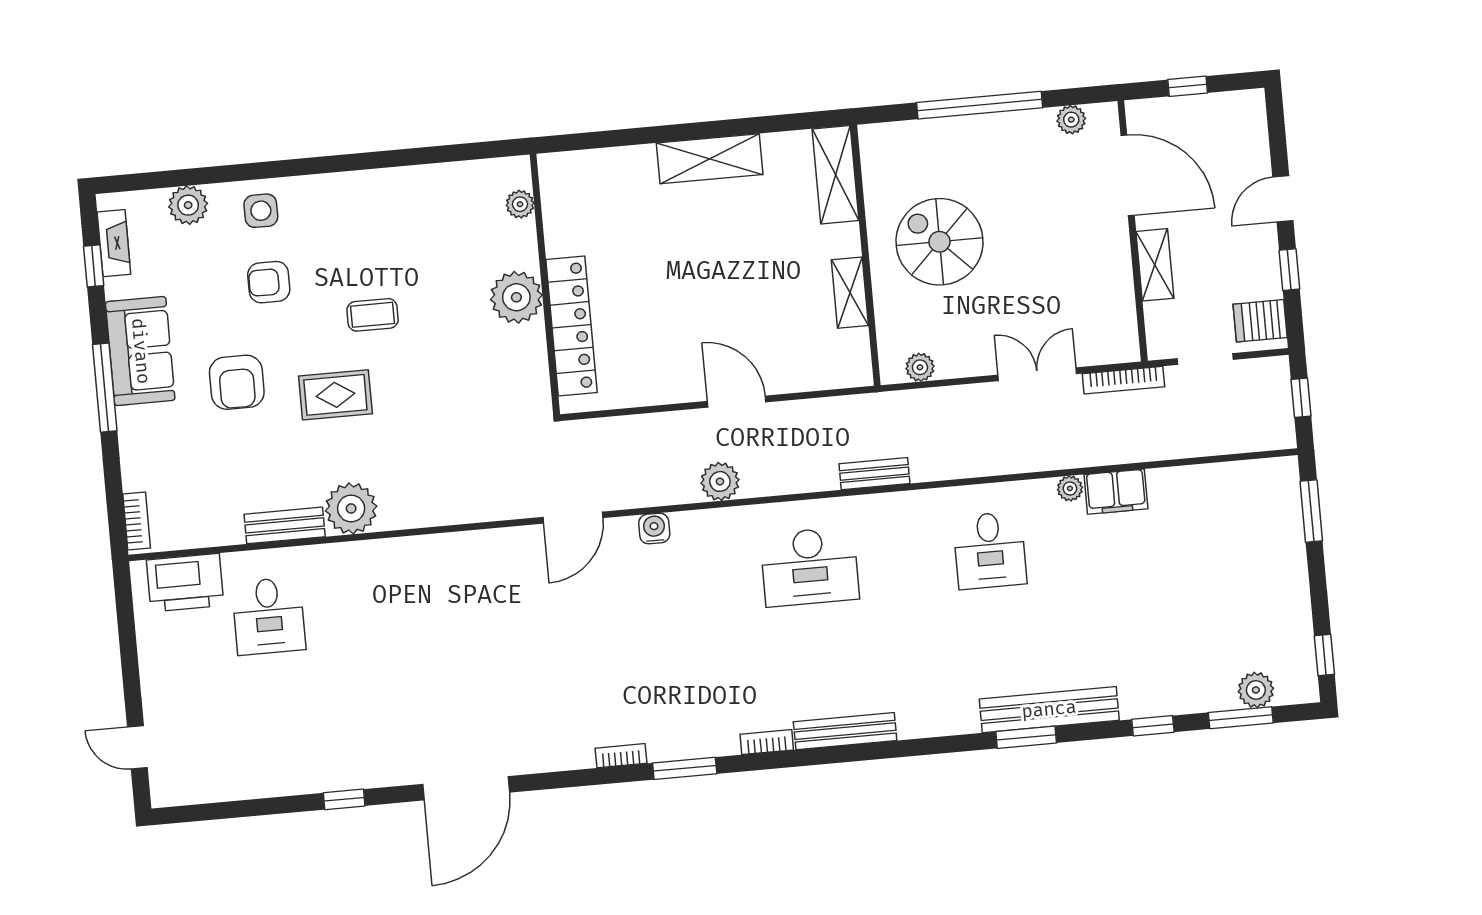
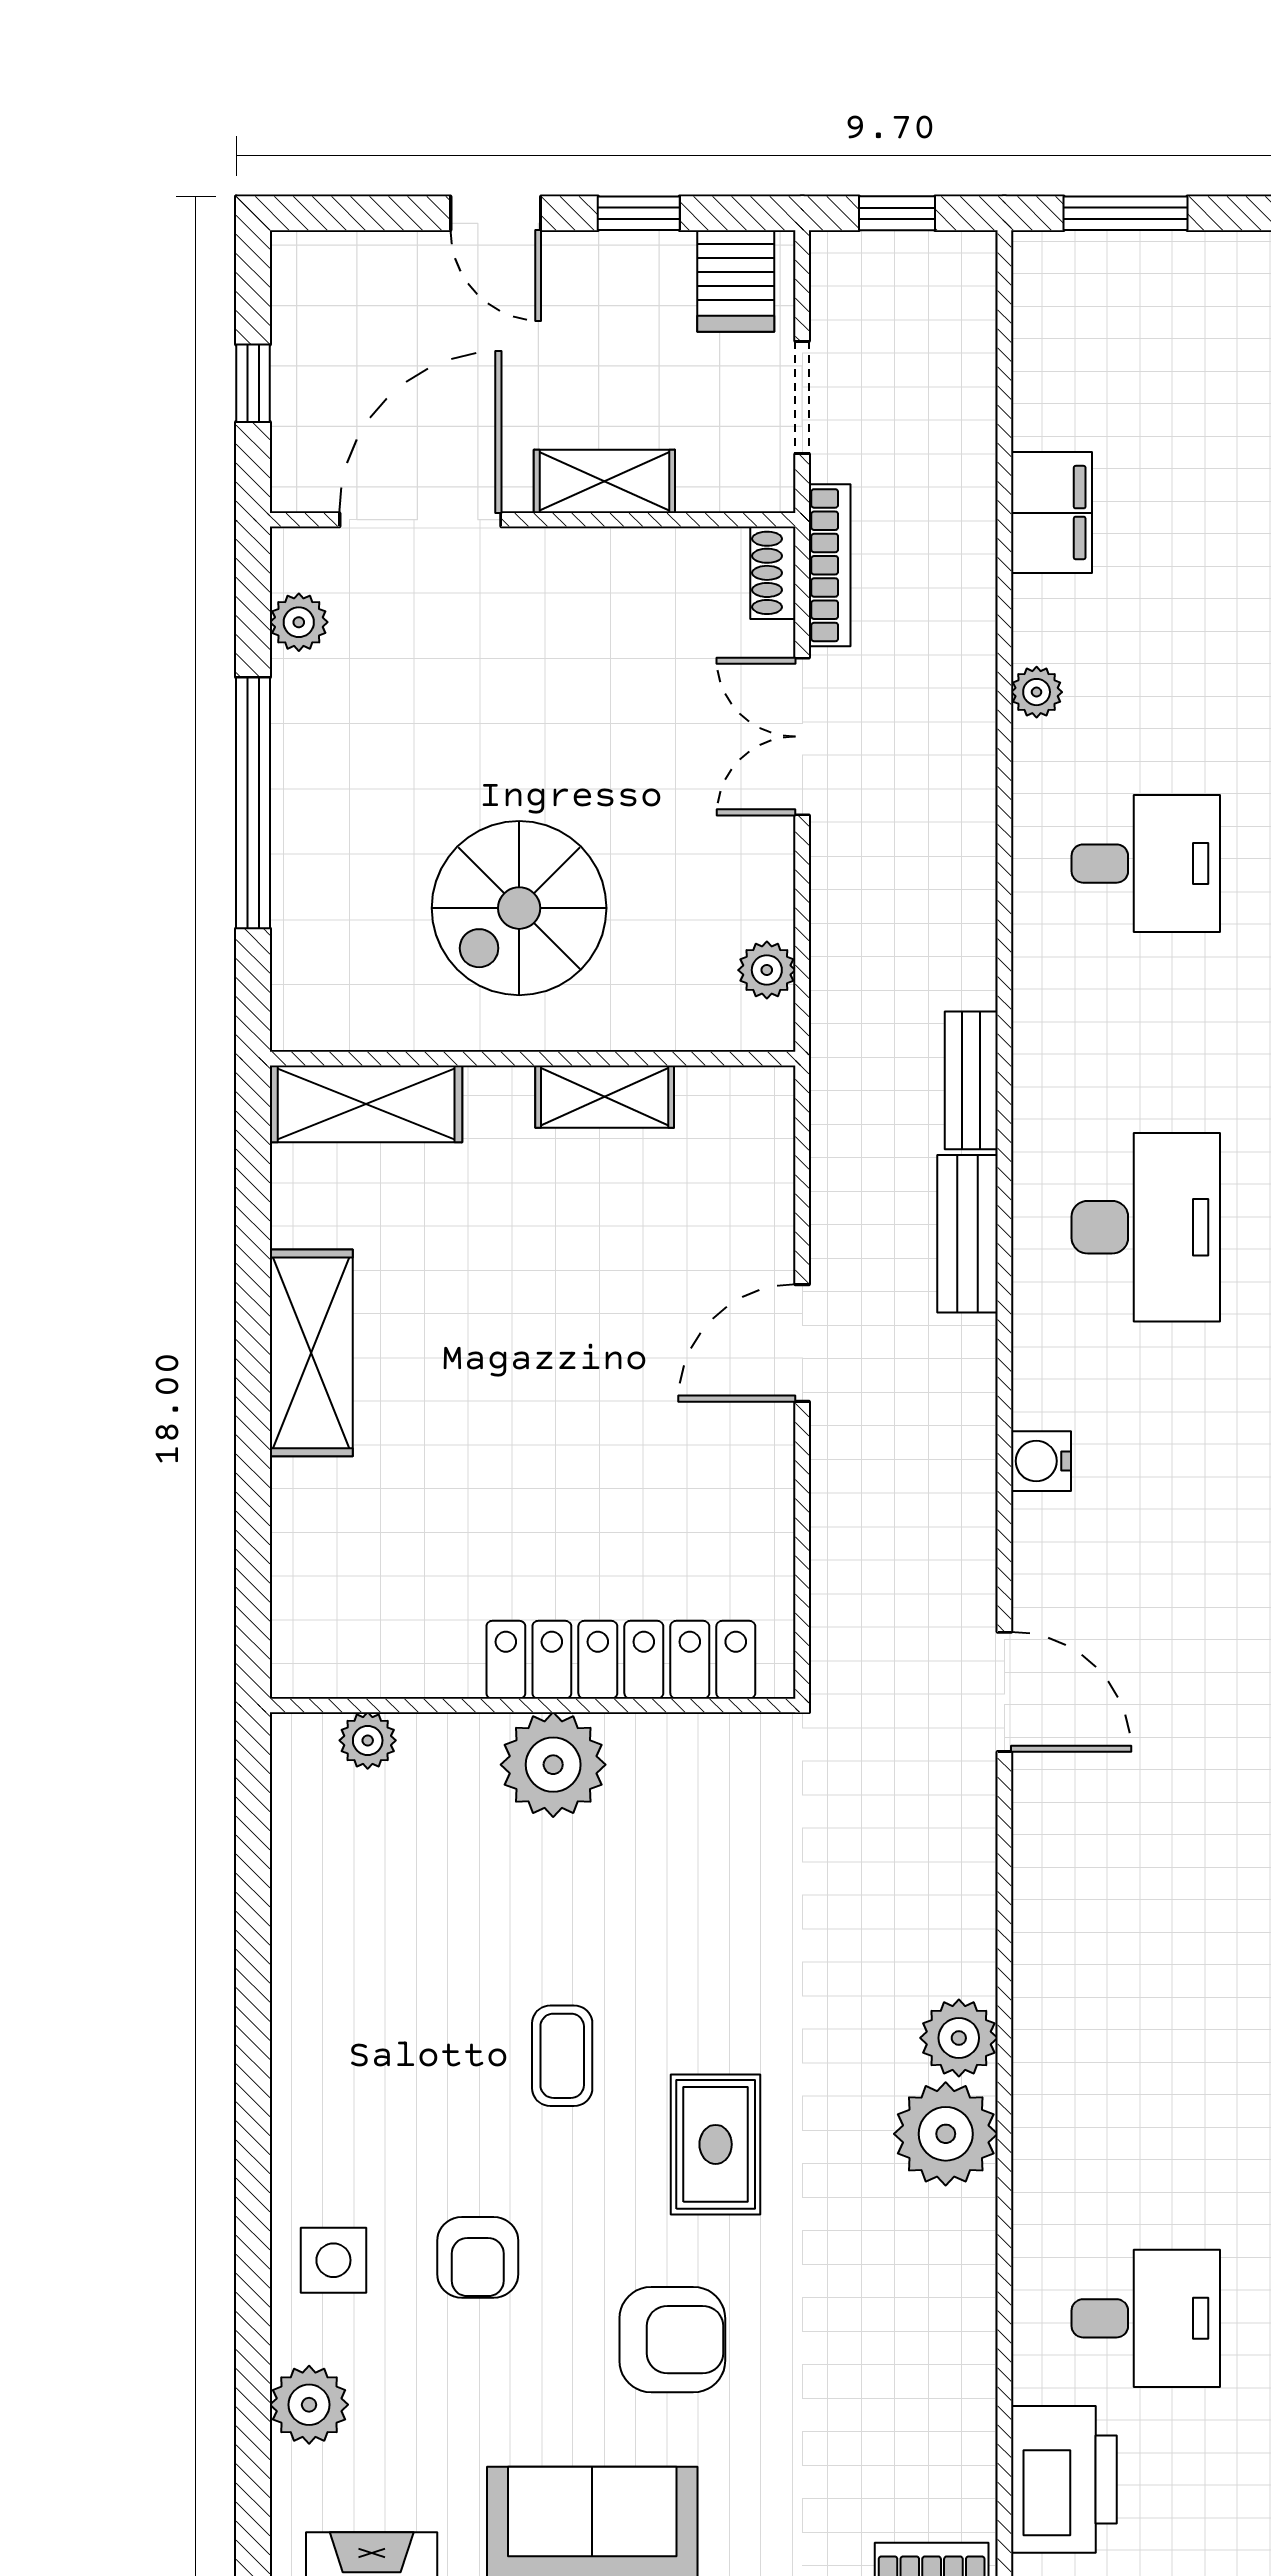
shoe rack: (1117, 352) -> (773, 573), added
plant: (720, 481) -> (959, 2038), moved
filing cabinet: (1116, 492) -> (1051, 513), moved
bench: (285, 525) -> (967, 1234), moved
water cooler: (654, 529) -> (1041, 1461), moved

